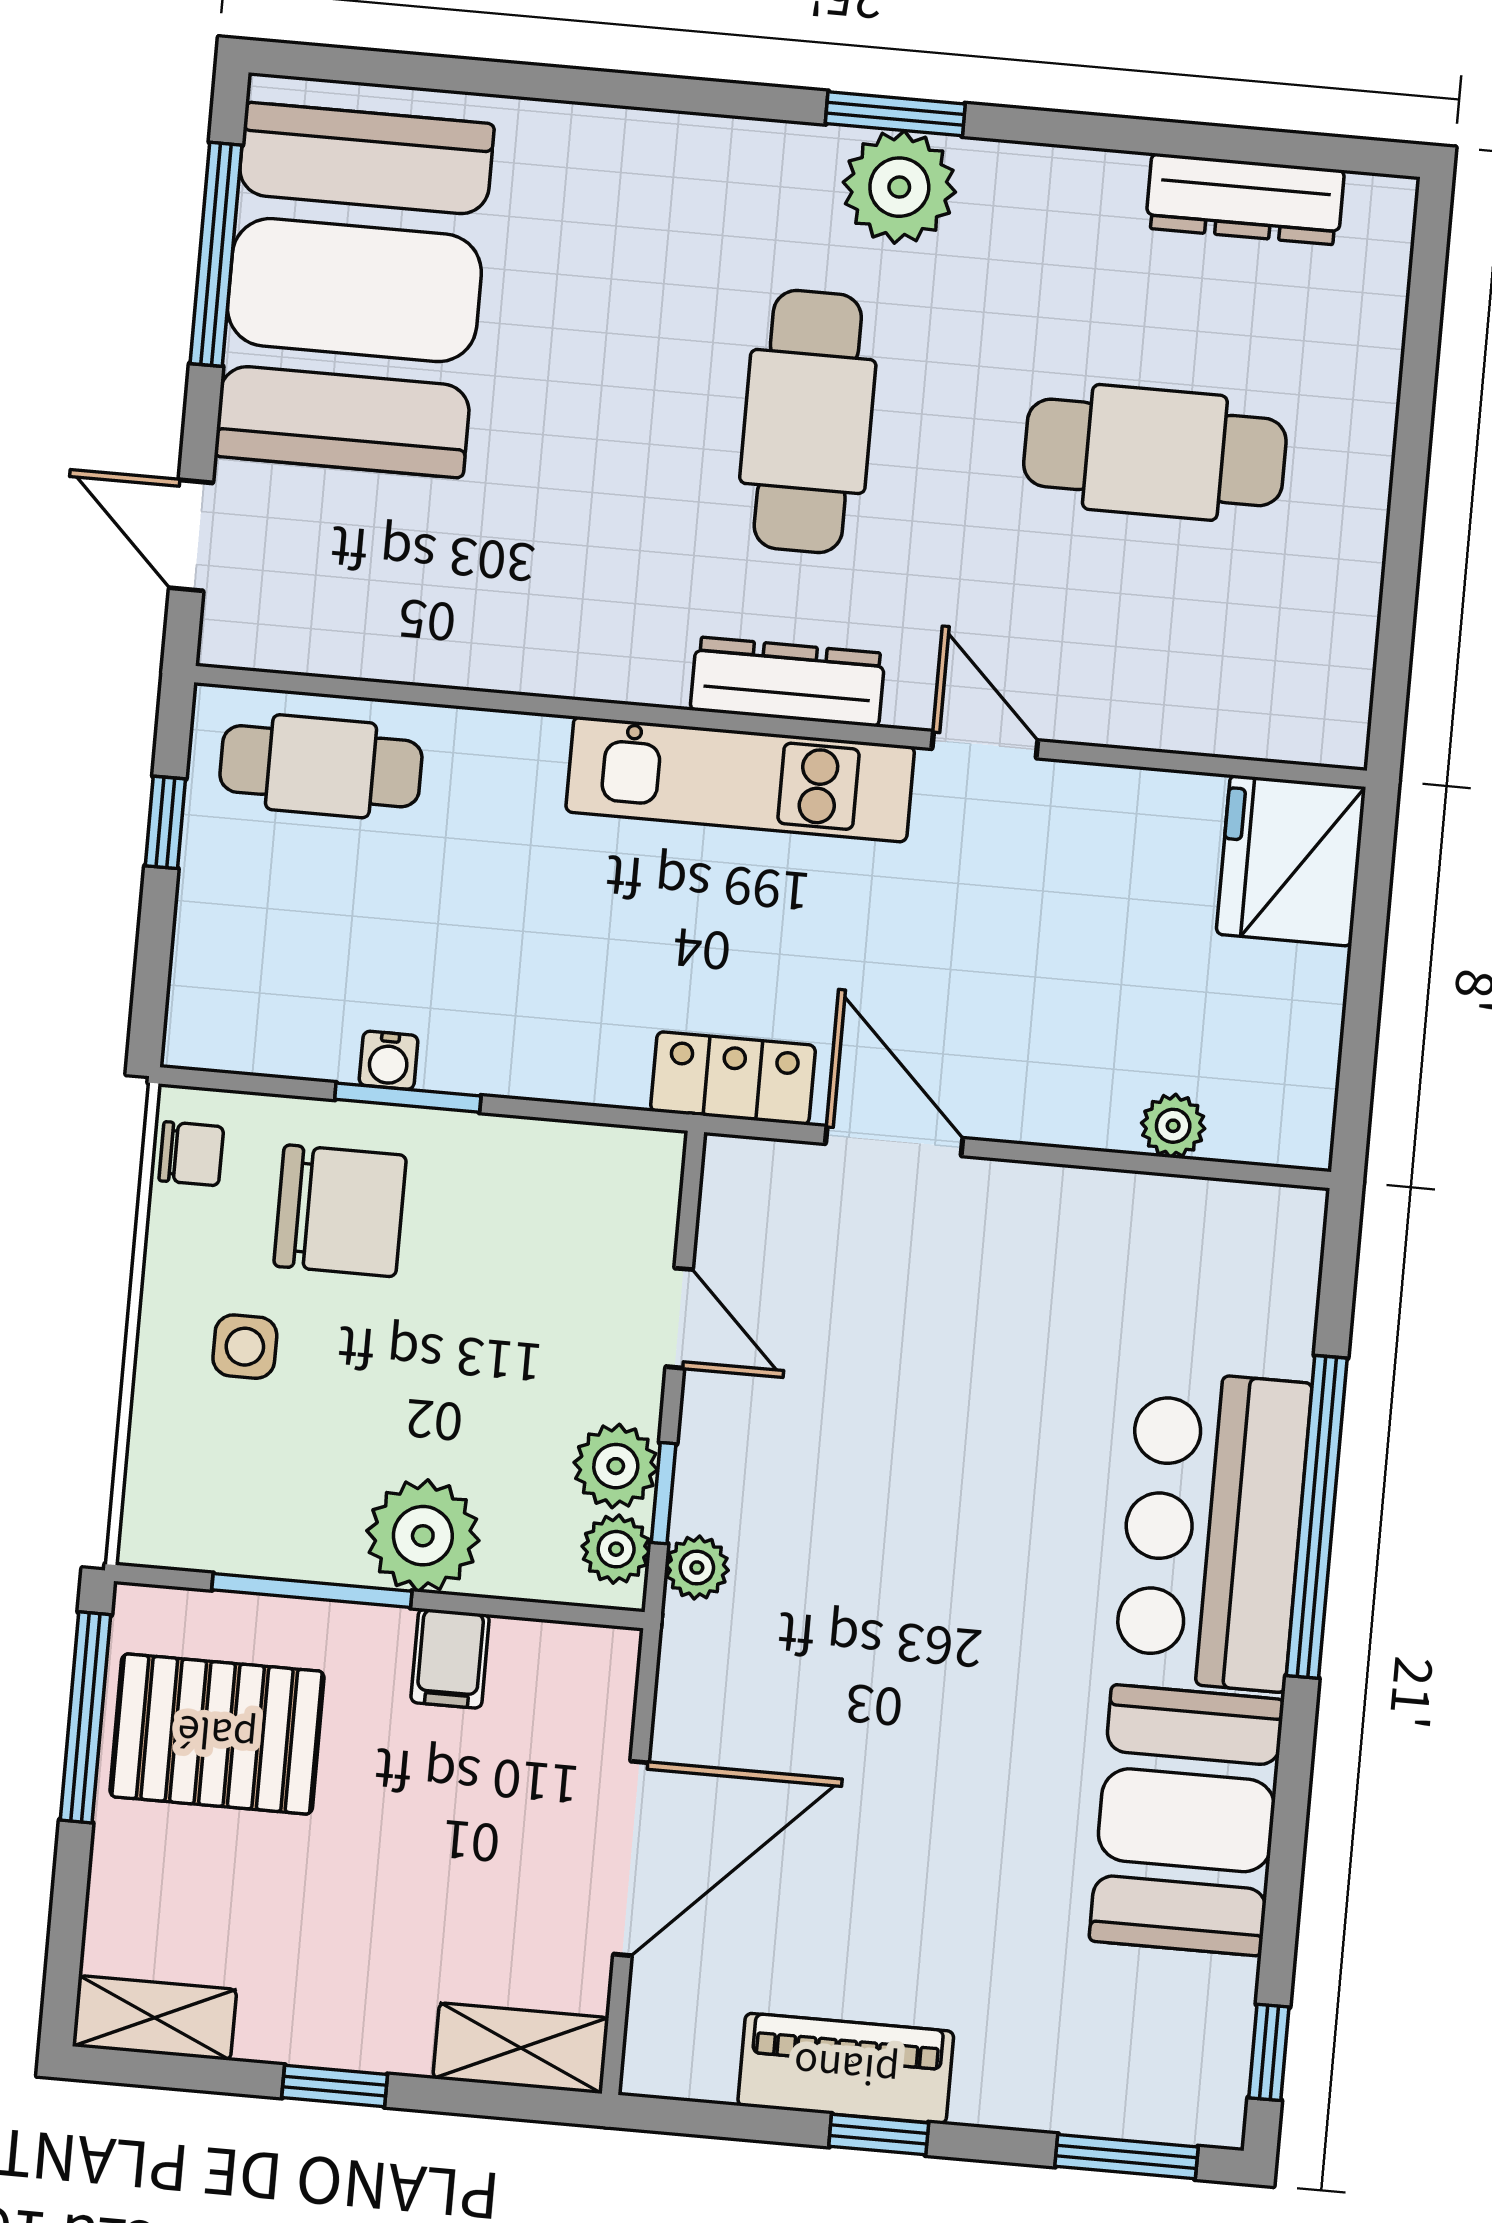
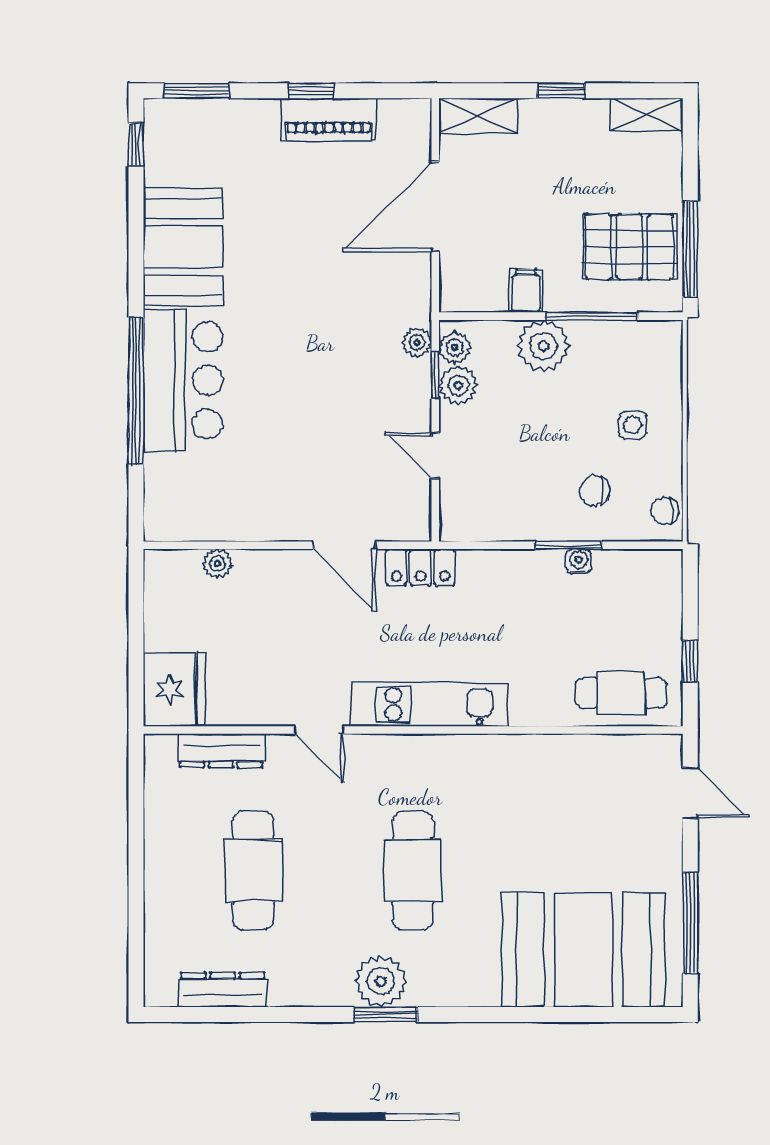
booth: (354, 290) -> (583, 950), moved, turned 90
cafe table: (1155, 452) -> (253, 870), turned 90
dresser: (788, 682) -> (221, 751), moved
chair: (340, 1211) -> (595, 491), width x0.54, depth x0.54

